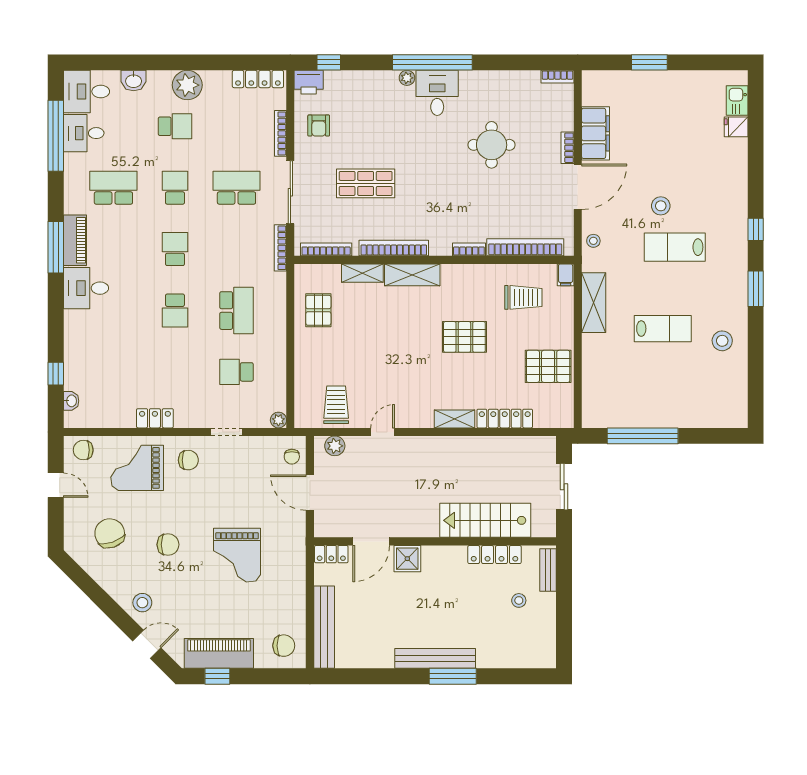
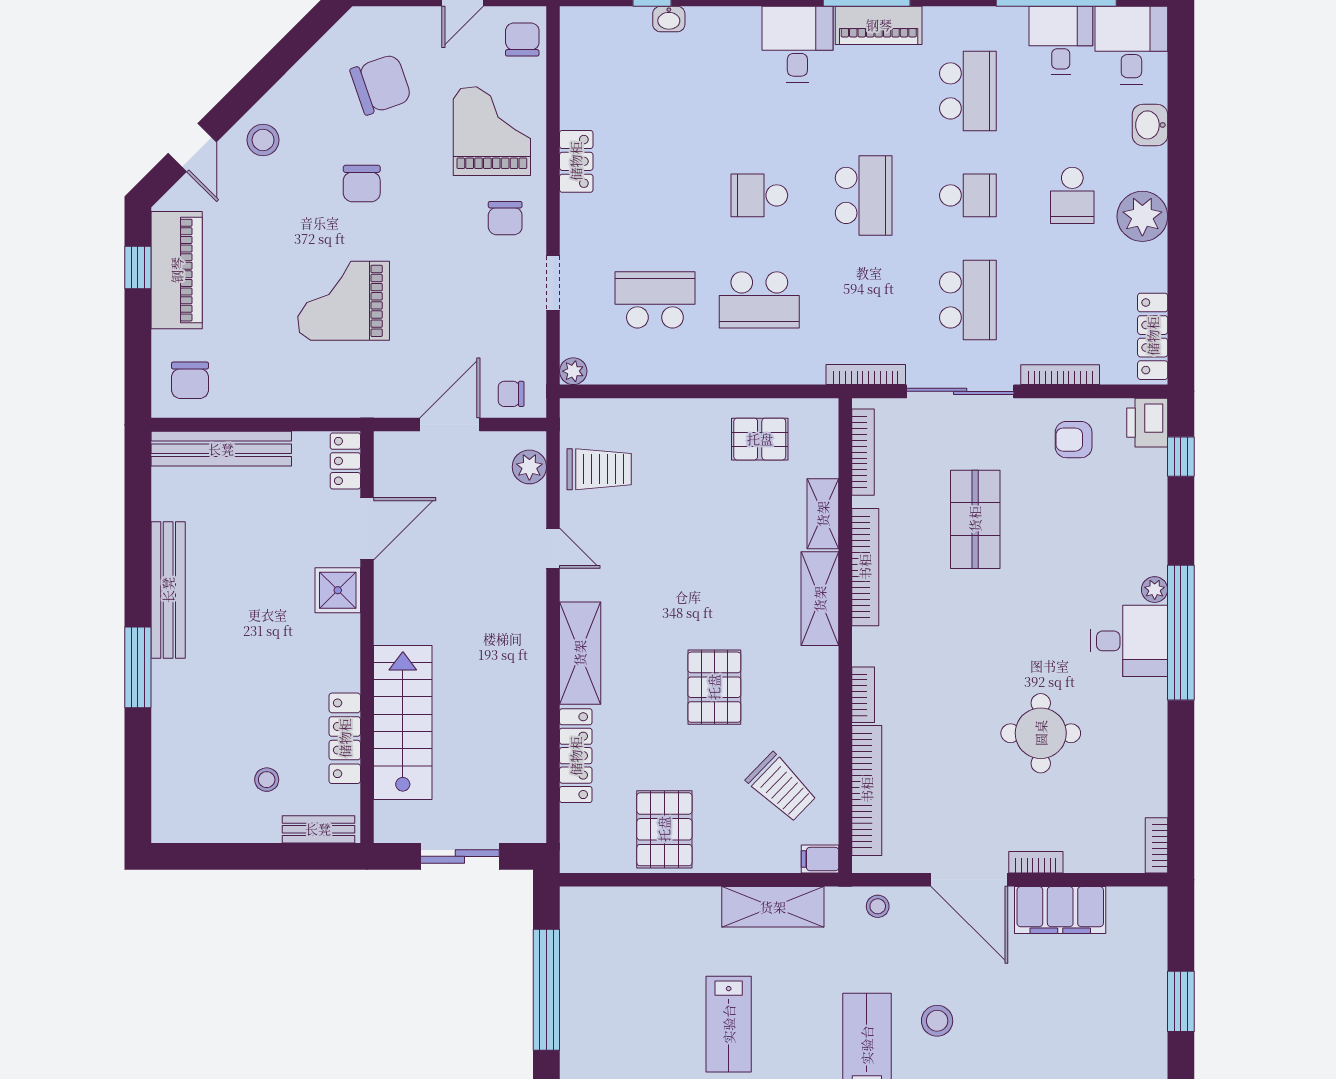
school desk: (175, 249) -> (864, 195), width x1.85
trolley: (523, 297) -> (782, 787), turned -46
school desk: (236, 372) -> (655, 300), width x1.85
washbasin: (71, 401) -> (669, 19), moved
shelving: (454, 419) -> (580, 653), width x1.50, depth x1.33
door: (371, 541) -> (367, 529), swing flipped
bench: (435, 658) -> (168, 590), moved

